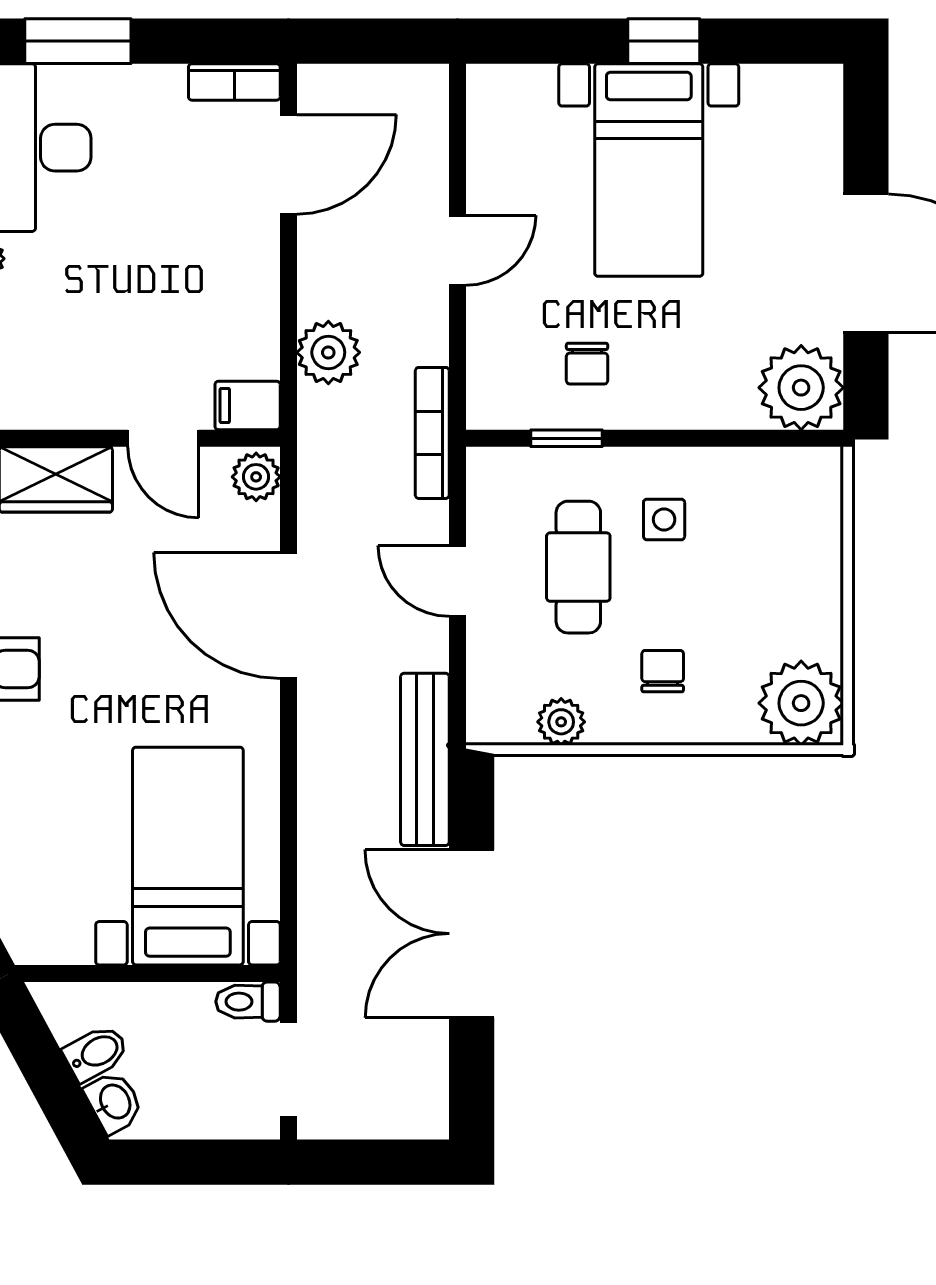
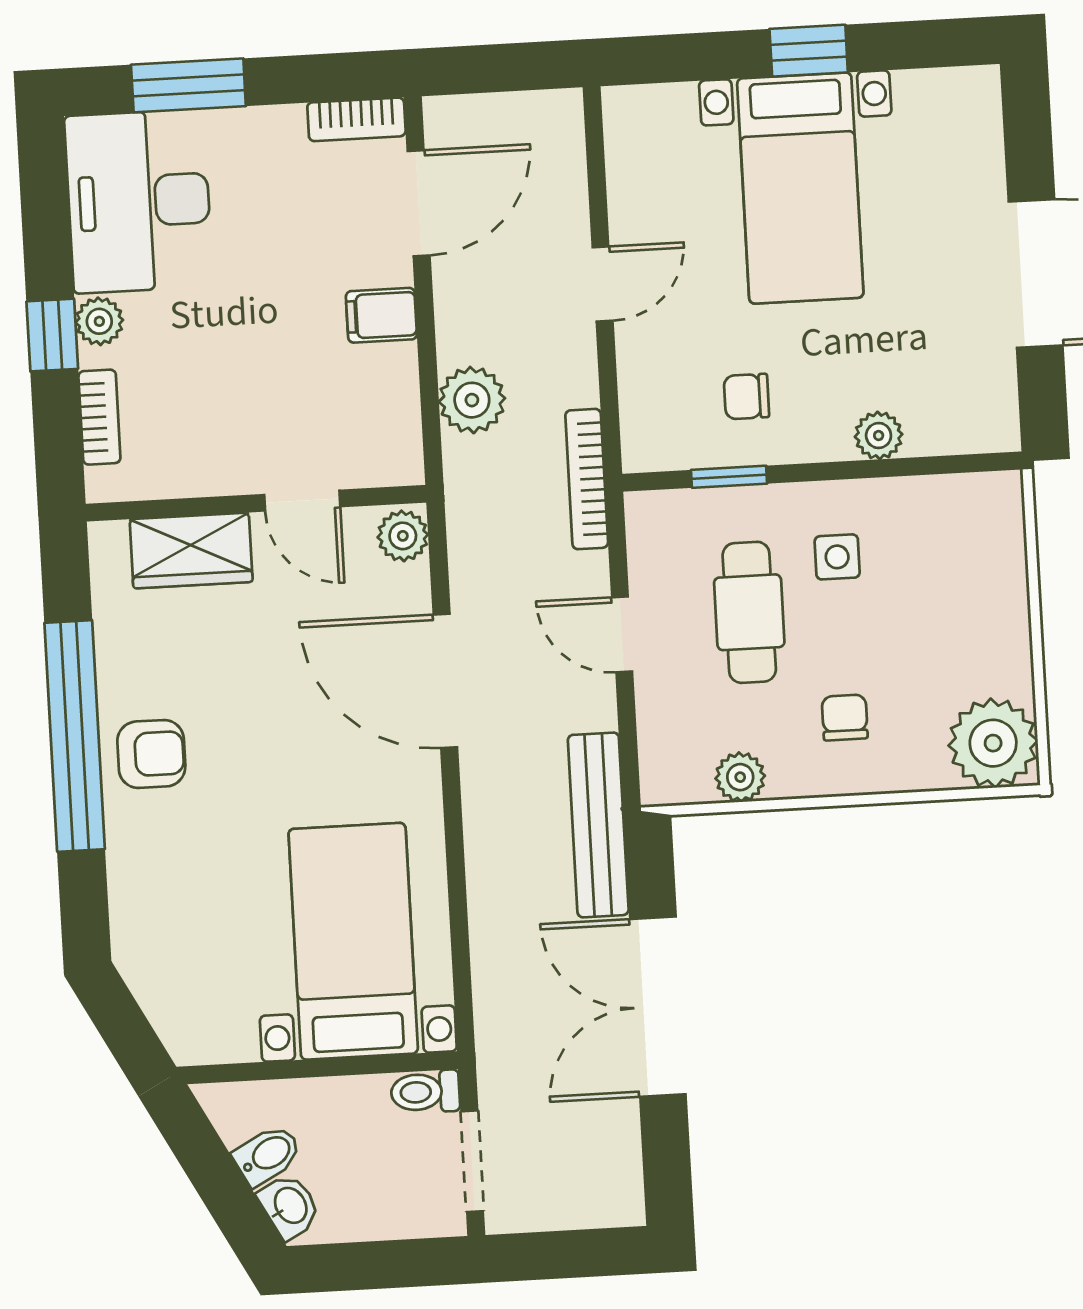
chair: (587, 364) -> (746, 397), turned 90
plant: (801, 388) -> (879, 436), moved, width x0.53, depth x0.53
filing cabinet: (248, 405) -> (381, 315), moved

